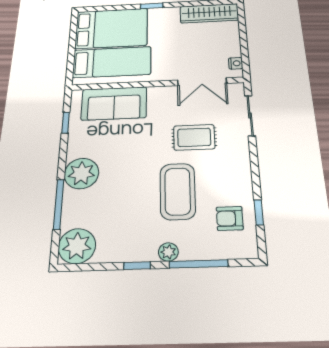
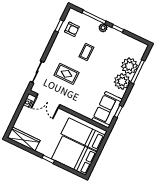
double door: (202, 82) -> (48, 101), swing flipped
sofa: (114, 103) -> (107, 110), moved, turned -90
coffee table: (178, 191) -> (86, 52), width x0.54, depth x0.58
plant: (77, 246) -> (129, 66), moved

